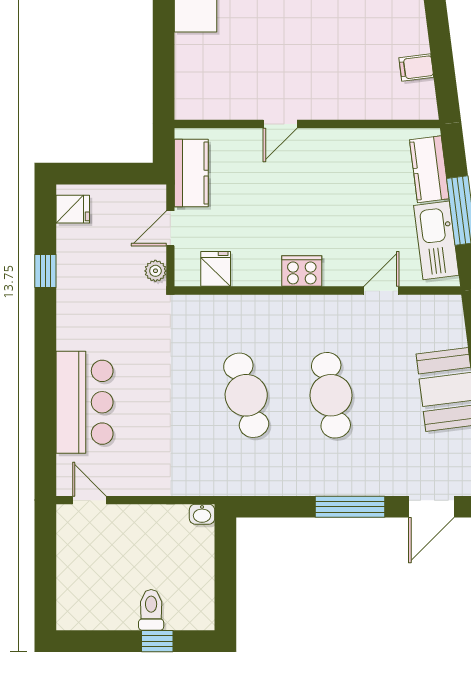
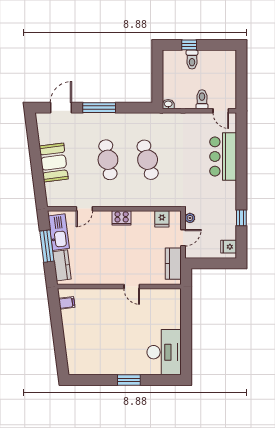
filing cabinet: (416, 67) -> (67, 303), moved
door: (280, 124) -> (132, 287), swing flipped
toilet: (130, 525) -> (202, 99), added

